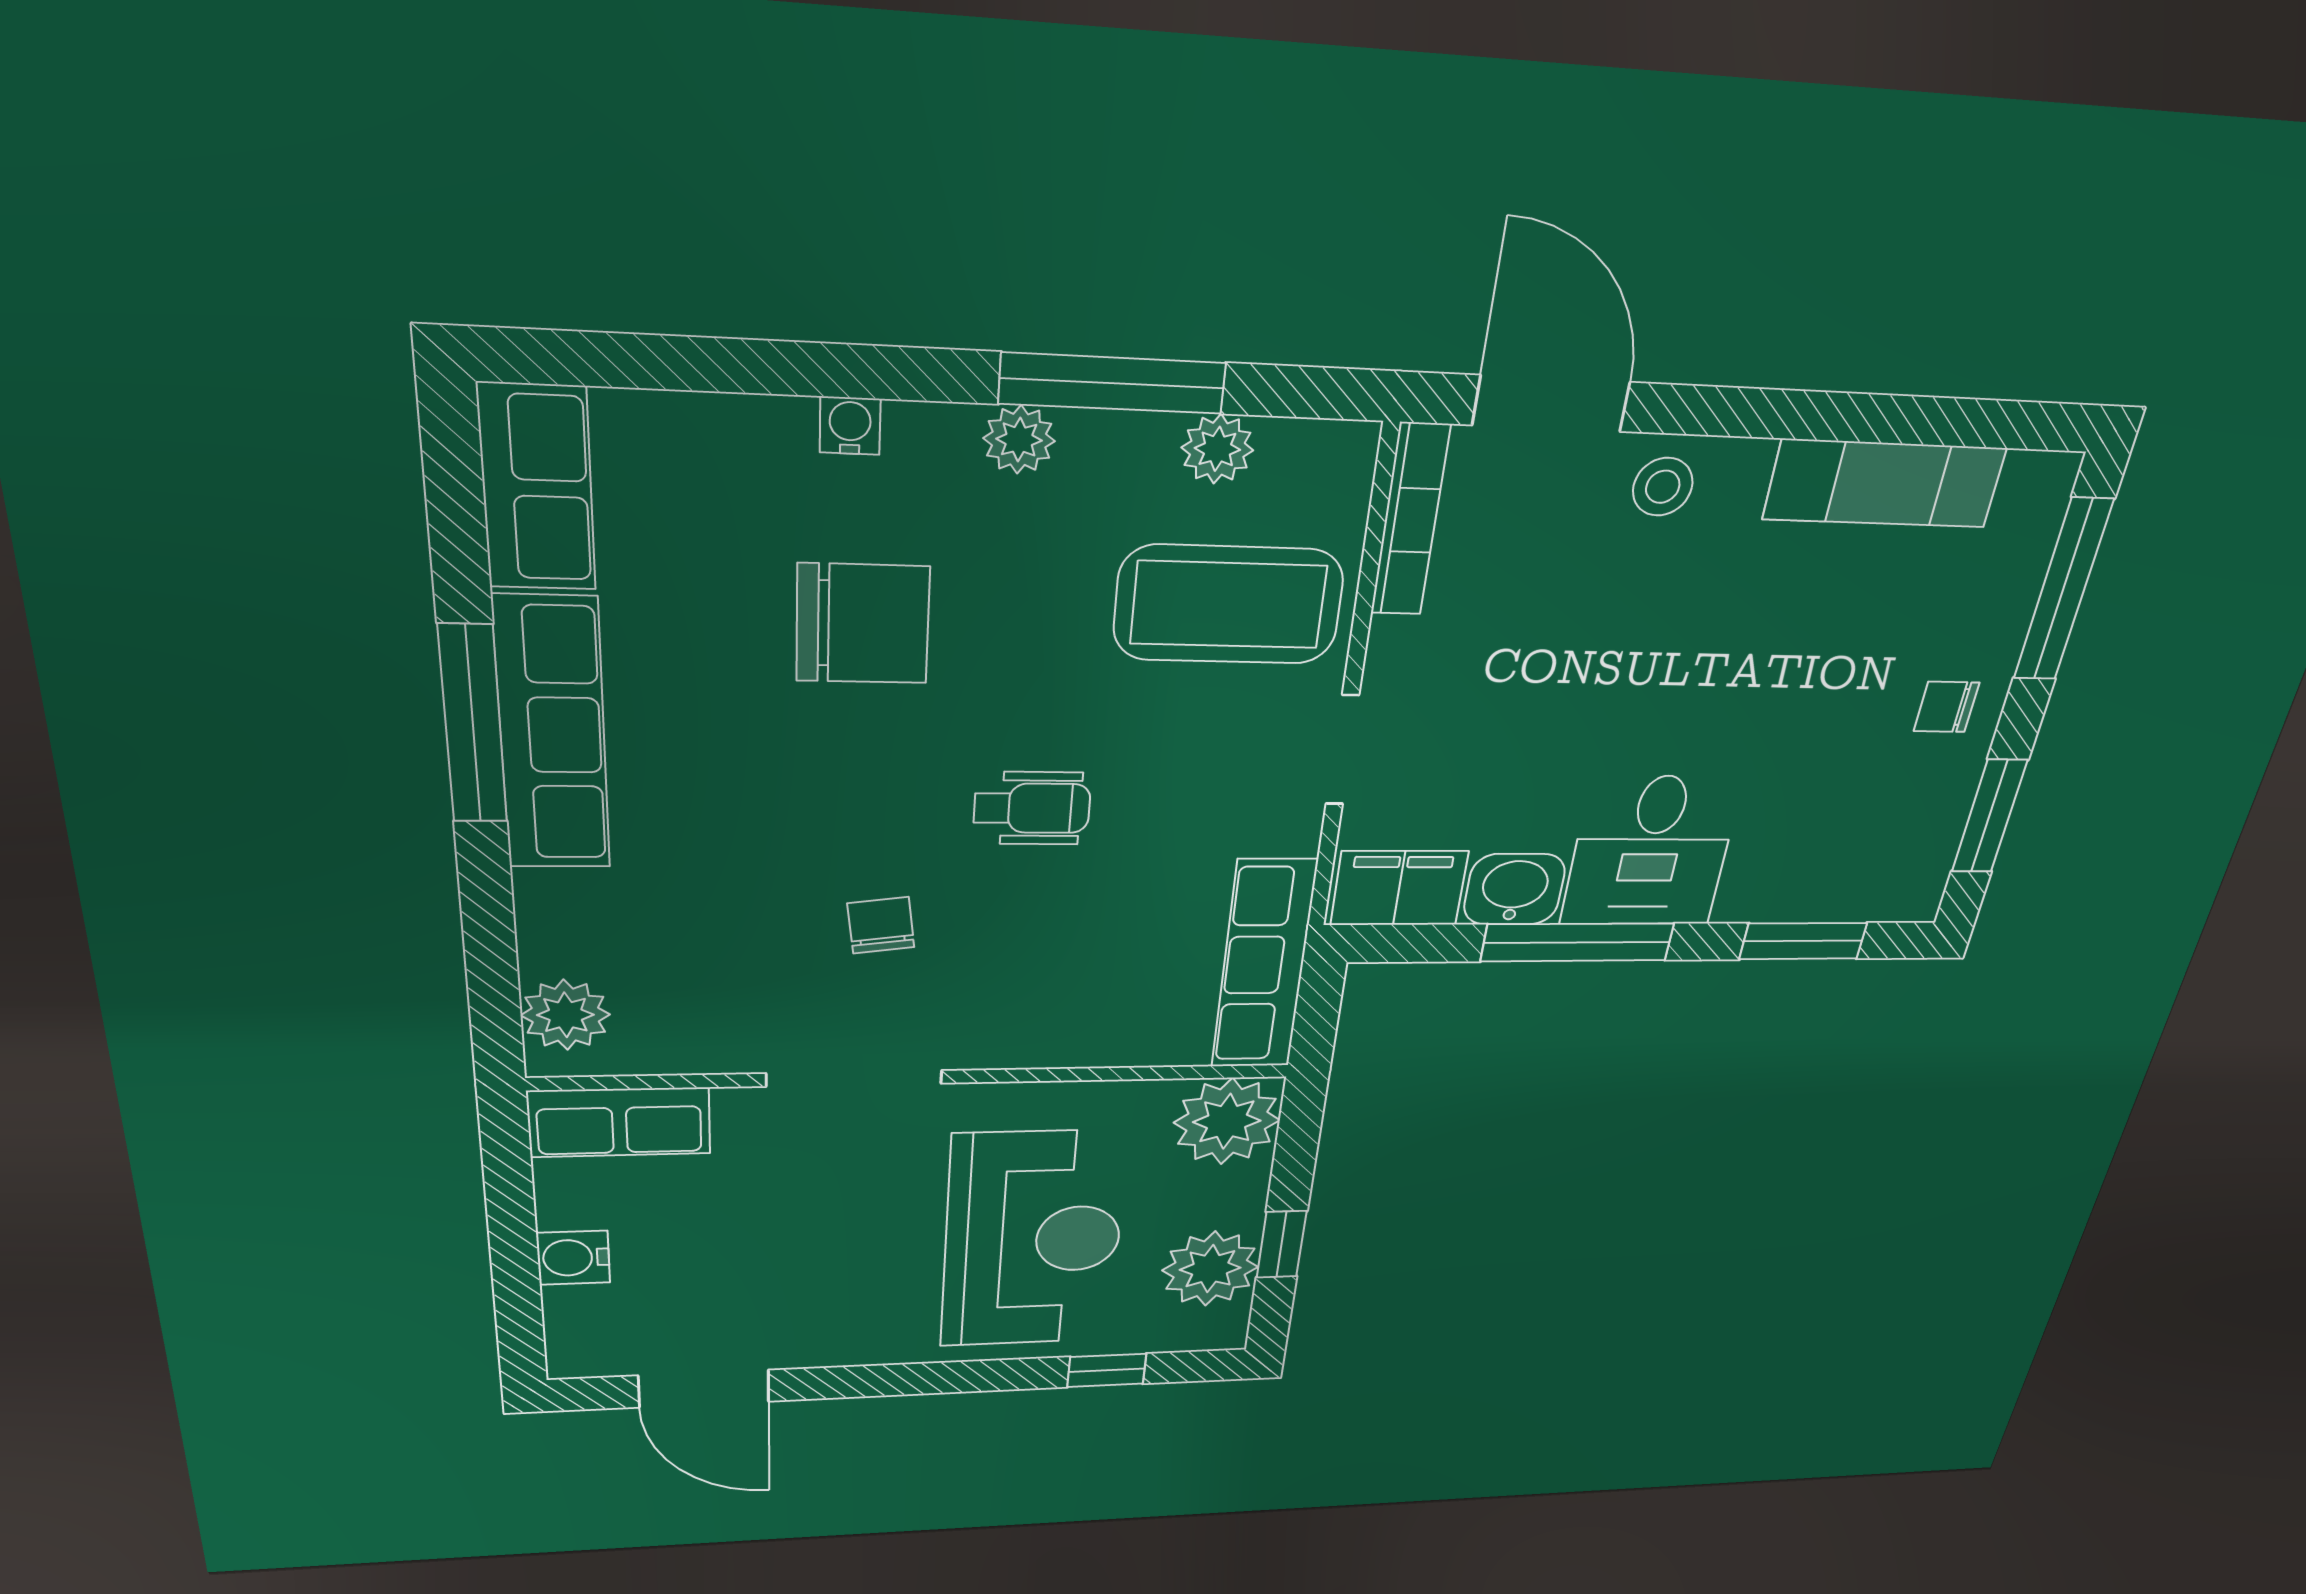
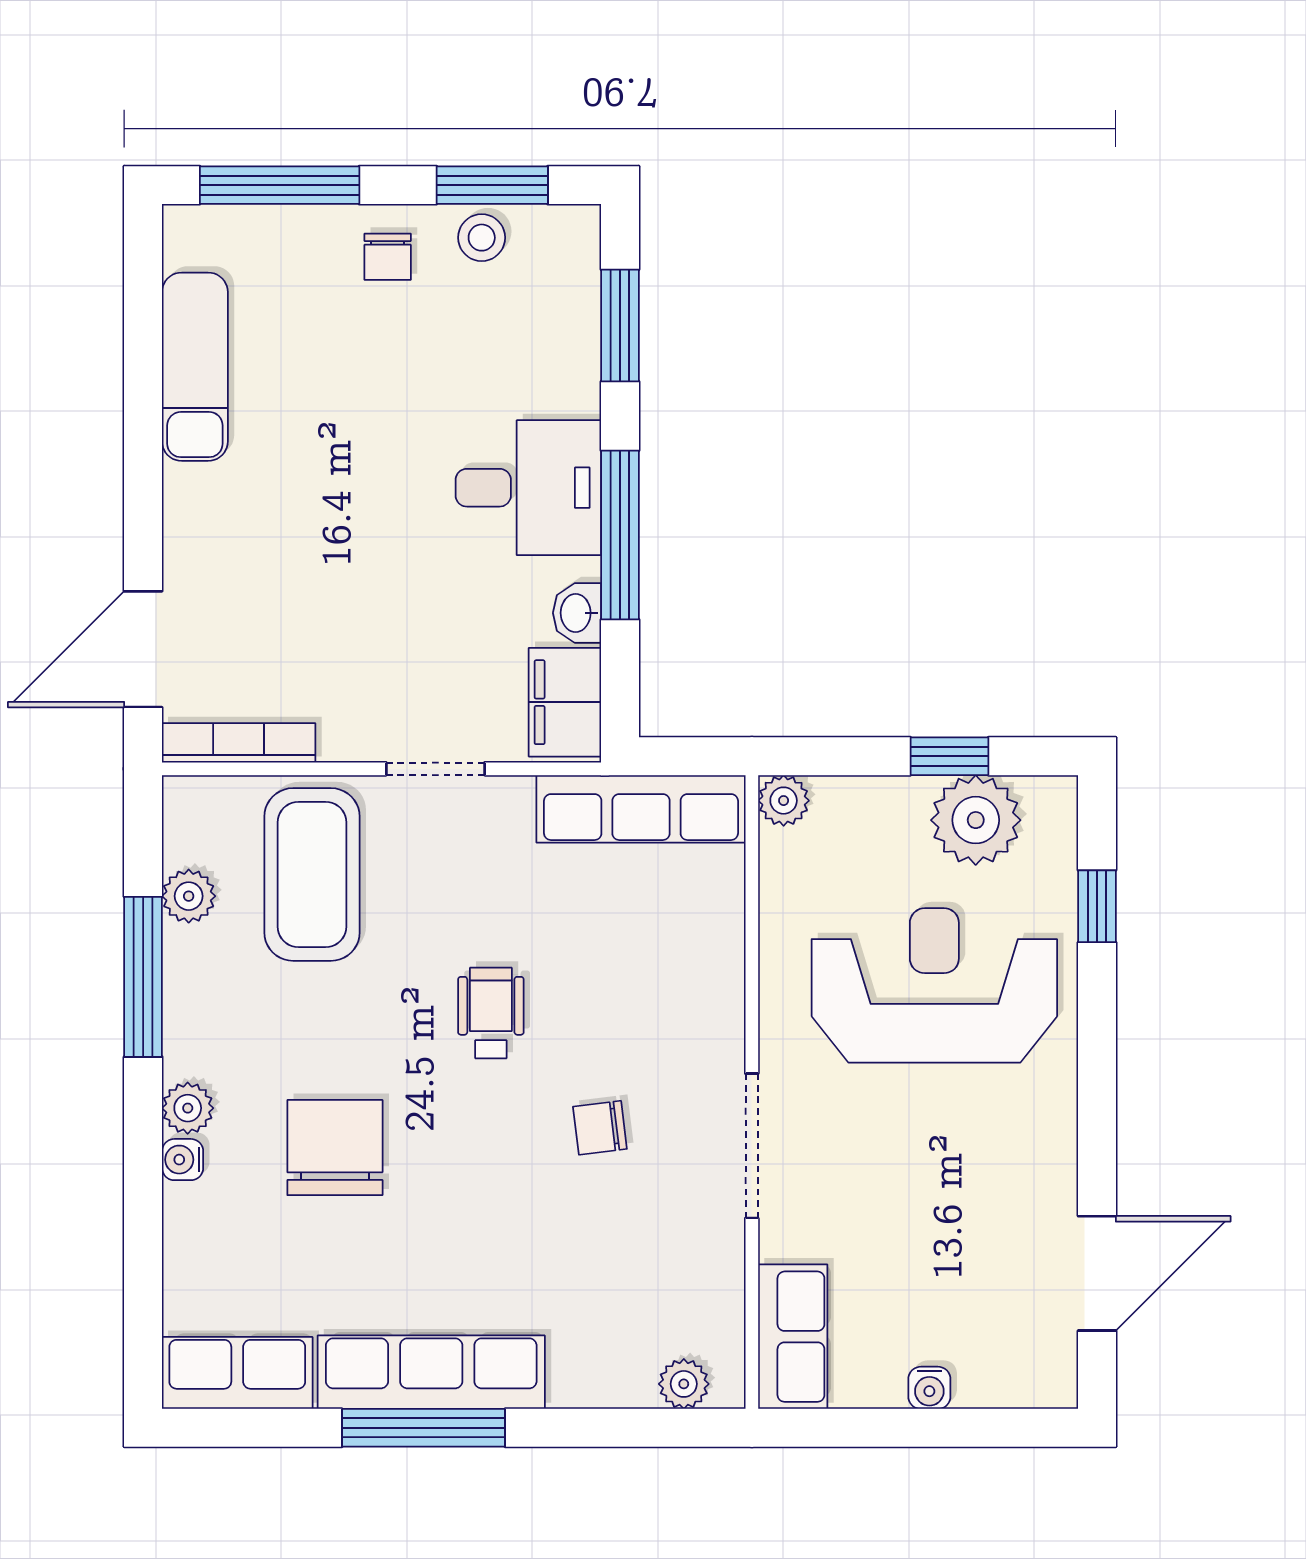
plant: (1019, 440) -> (188, 1108), moved
stool: (1663, 487) -> (482, 238), moved
washbasin: (1514, 889) -> (577, 613), width x0.72, depth x0.69
plant: (565, 1015) -> (684, 1384), width x0.73, depth x0.73
plant: (1227, 1121) -> (784, 801), width x0.53, depth x0.53
water cooler: (573, 1258) -> (929, 1388), width x0.72, depth x0.72

